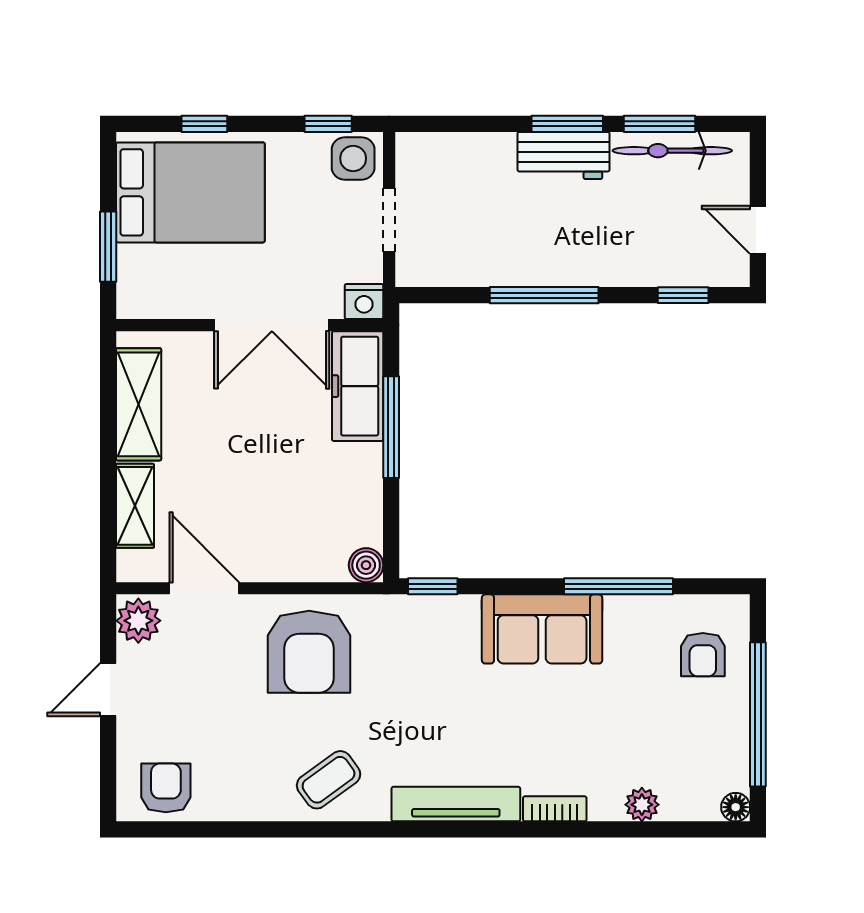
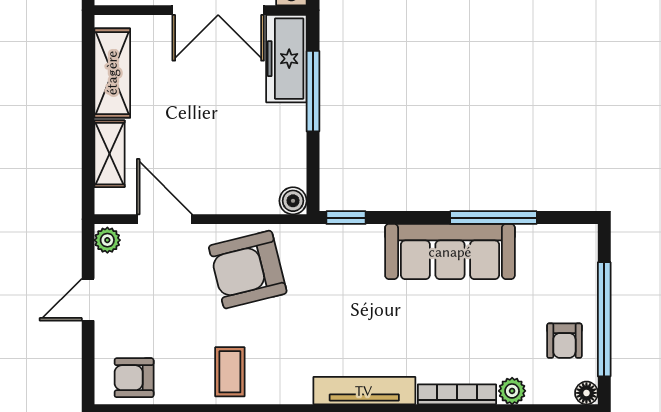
plant: (138, 621) -> (107, 240), width x0.73, depth x0.73
sofa: (542, 629) -> (450, 252), width x1.36
armchair: (309, 652) -> (248, 270), turned 76
armchair: (703, 655) -> (564, 341), moved
coffee table: (329, 780) -> (230, 372), moved, turned -54
armchair: (166, 788) -> (134, 378), turned -90
bookcase: (555, 809) -> (457, 394), width x1.56

